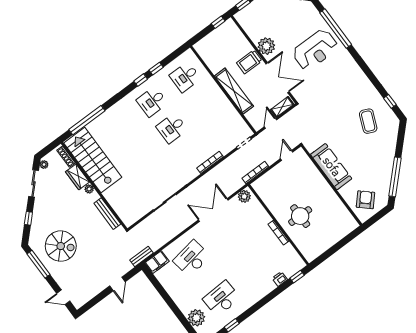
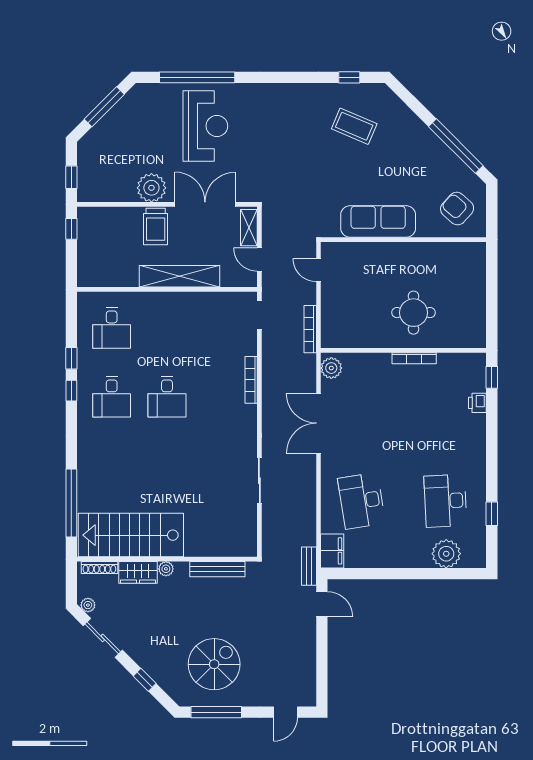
door: (117, 284) -> (322, 604), moved

